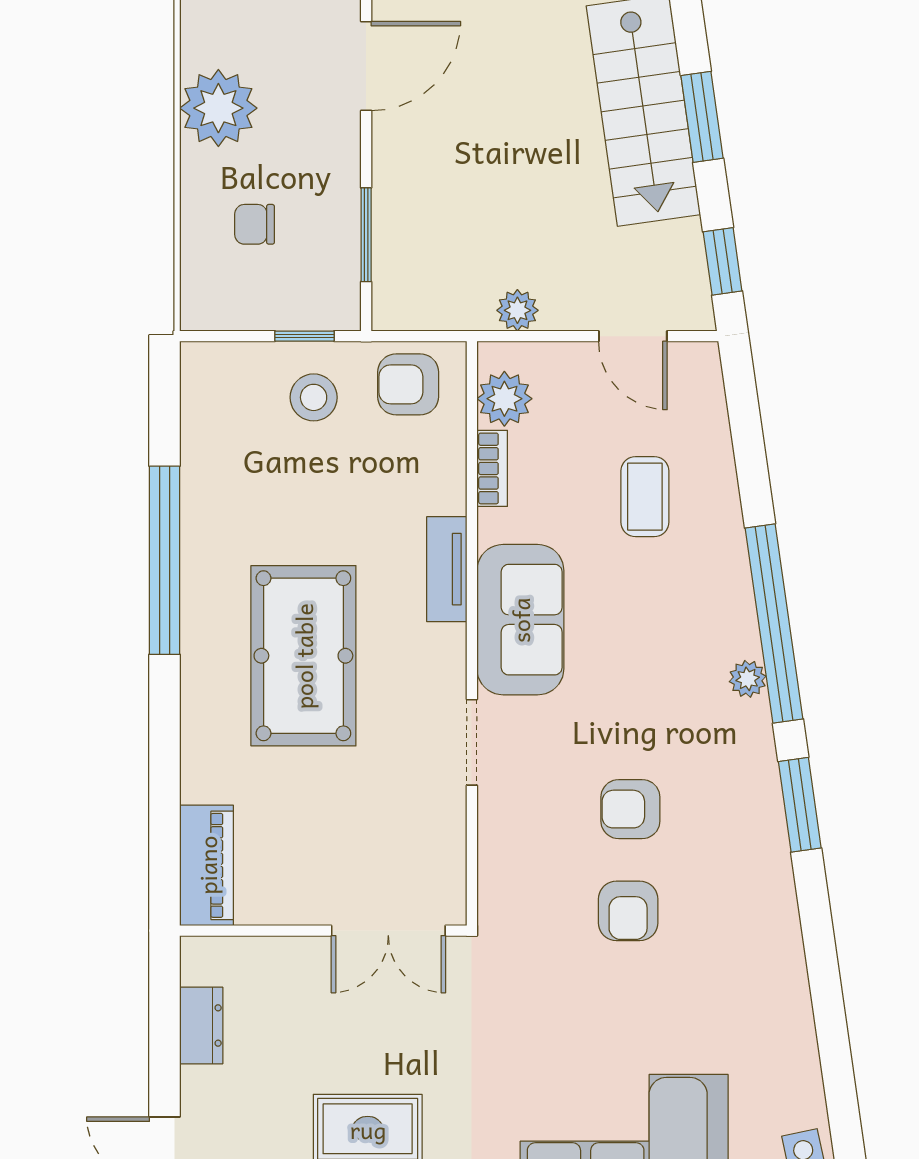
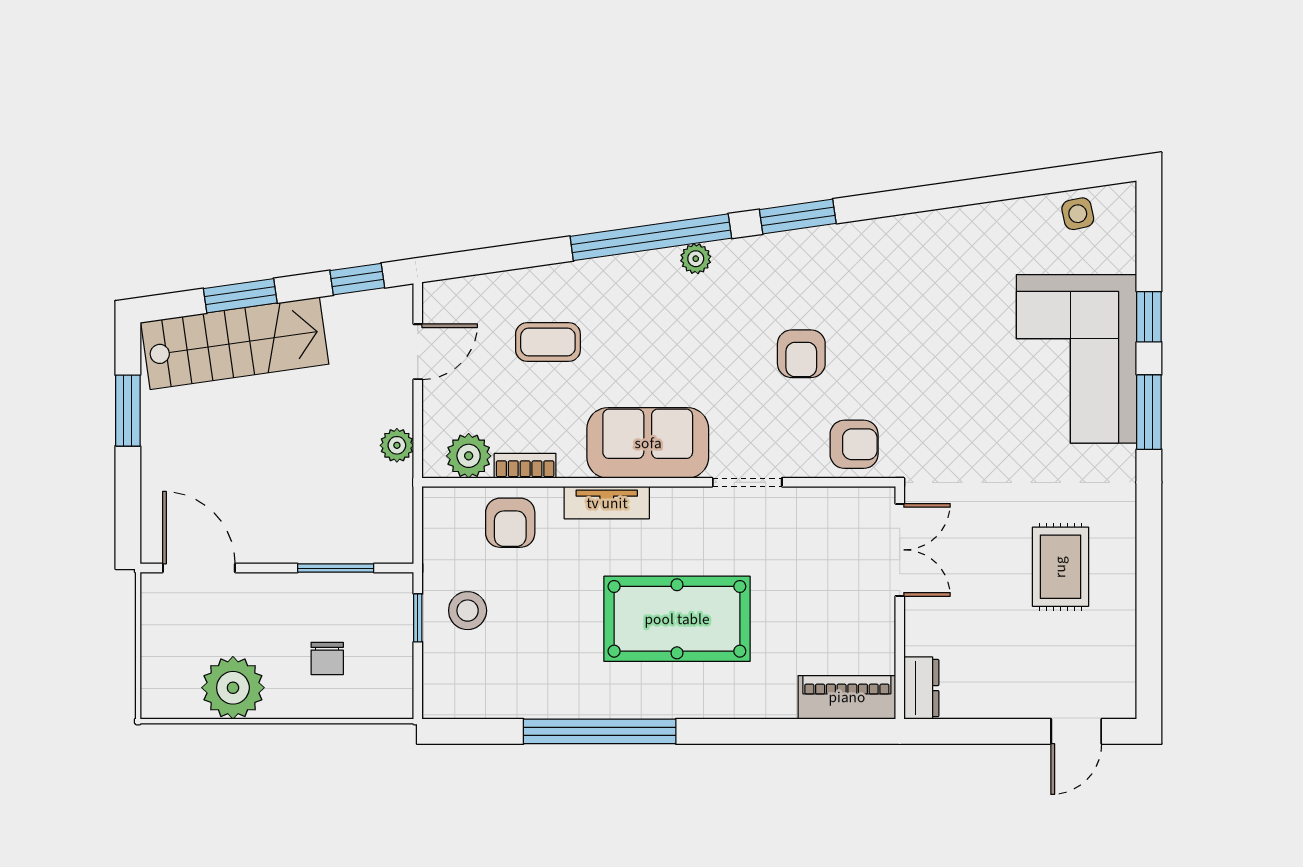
armchair: (408, 384) -> (510, 523), moved
armchair: (628, 911) -> (854, 444), moved
dresser: (201, 1025) -> (921, 688), moved, turned 90

